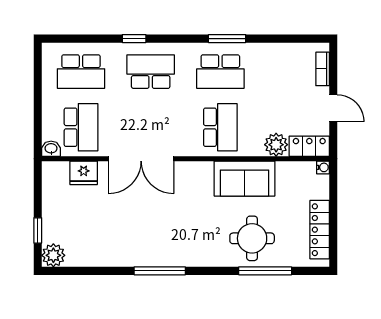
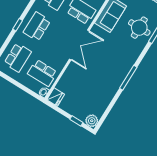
school desk: (81, 127) -> (42, 73), turned 180
double door: (141, 159) -> (79, 45), moved
fridge: (84, 173) -> (56, 97), moved

